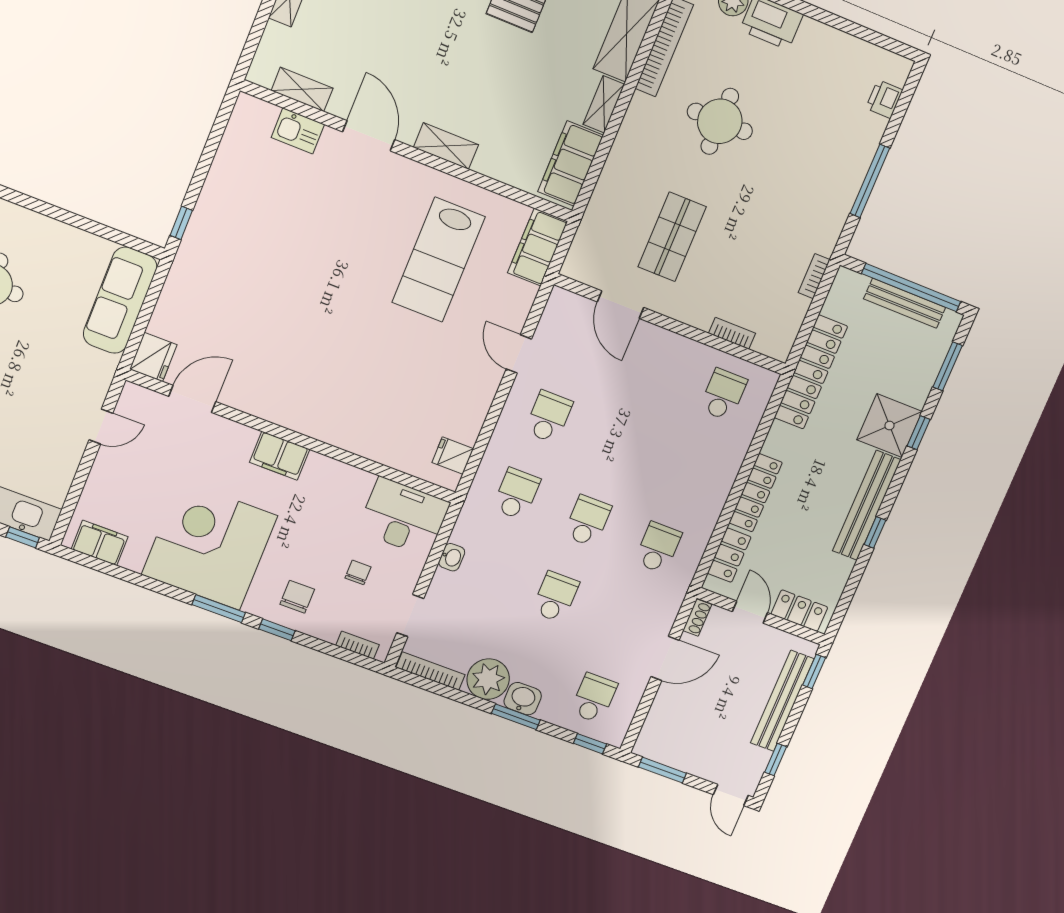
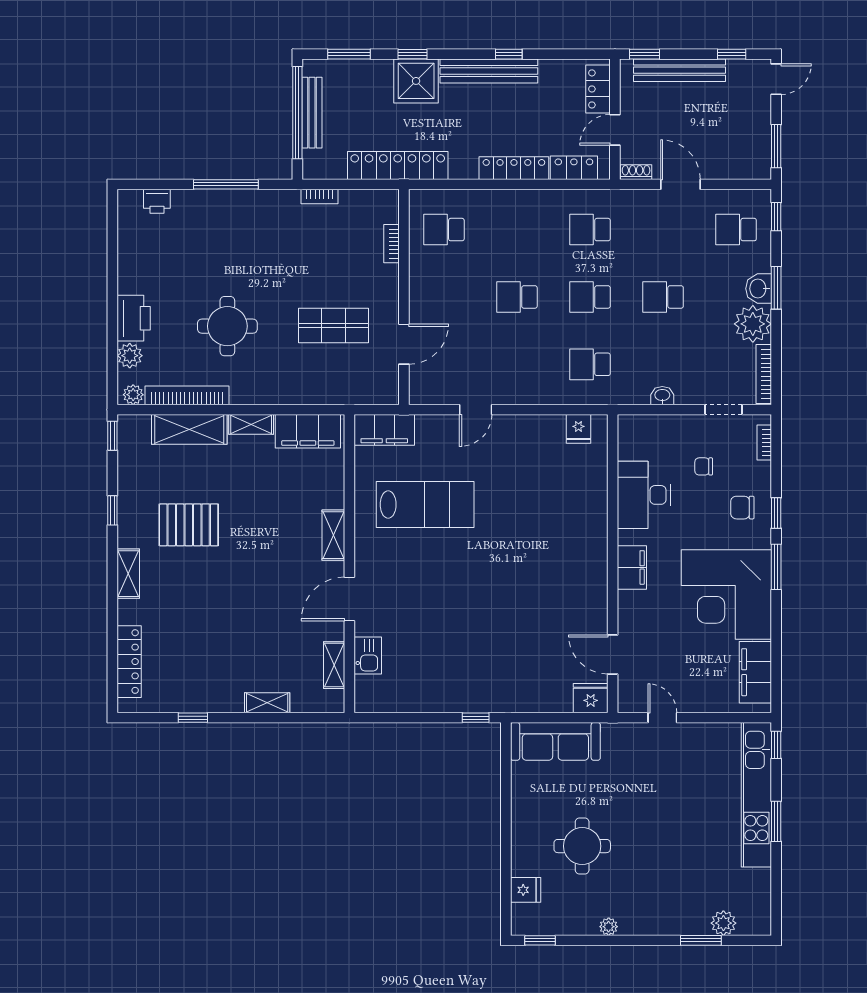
school desk: (549, 417) -> (517, 297), moved
desk: (404, 517) -> (644, 495), moved
filing cabinet: (100, 543) -> (755, 672), width x1.50, depth x1.17

